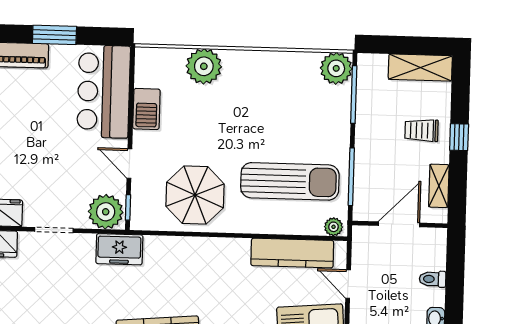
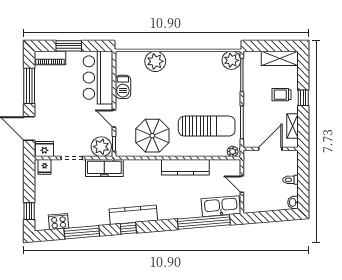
freezer: (119, 249) -> (104, 168), width x1.40
kitchen counter: (292, 253) -> (185, 167), moved

